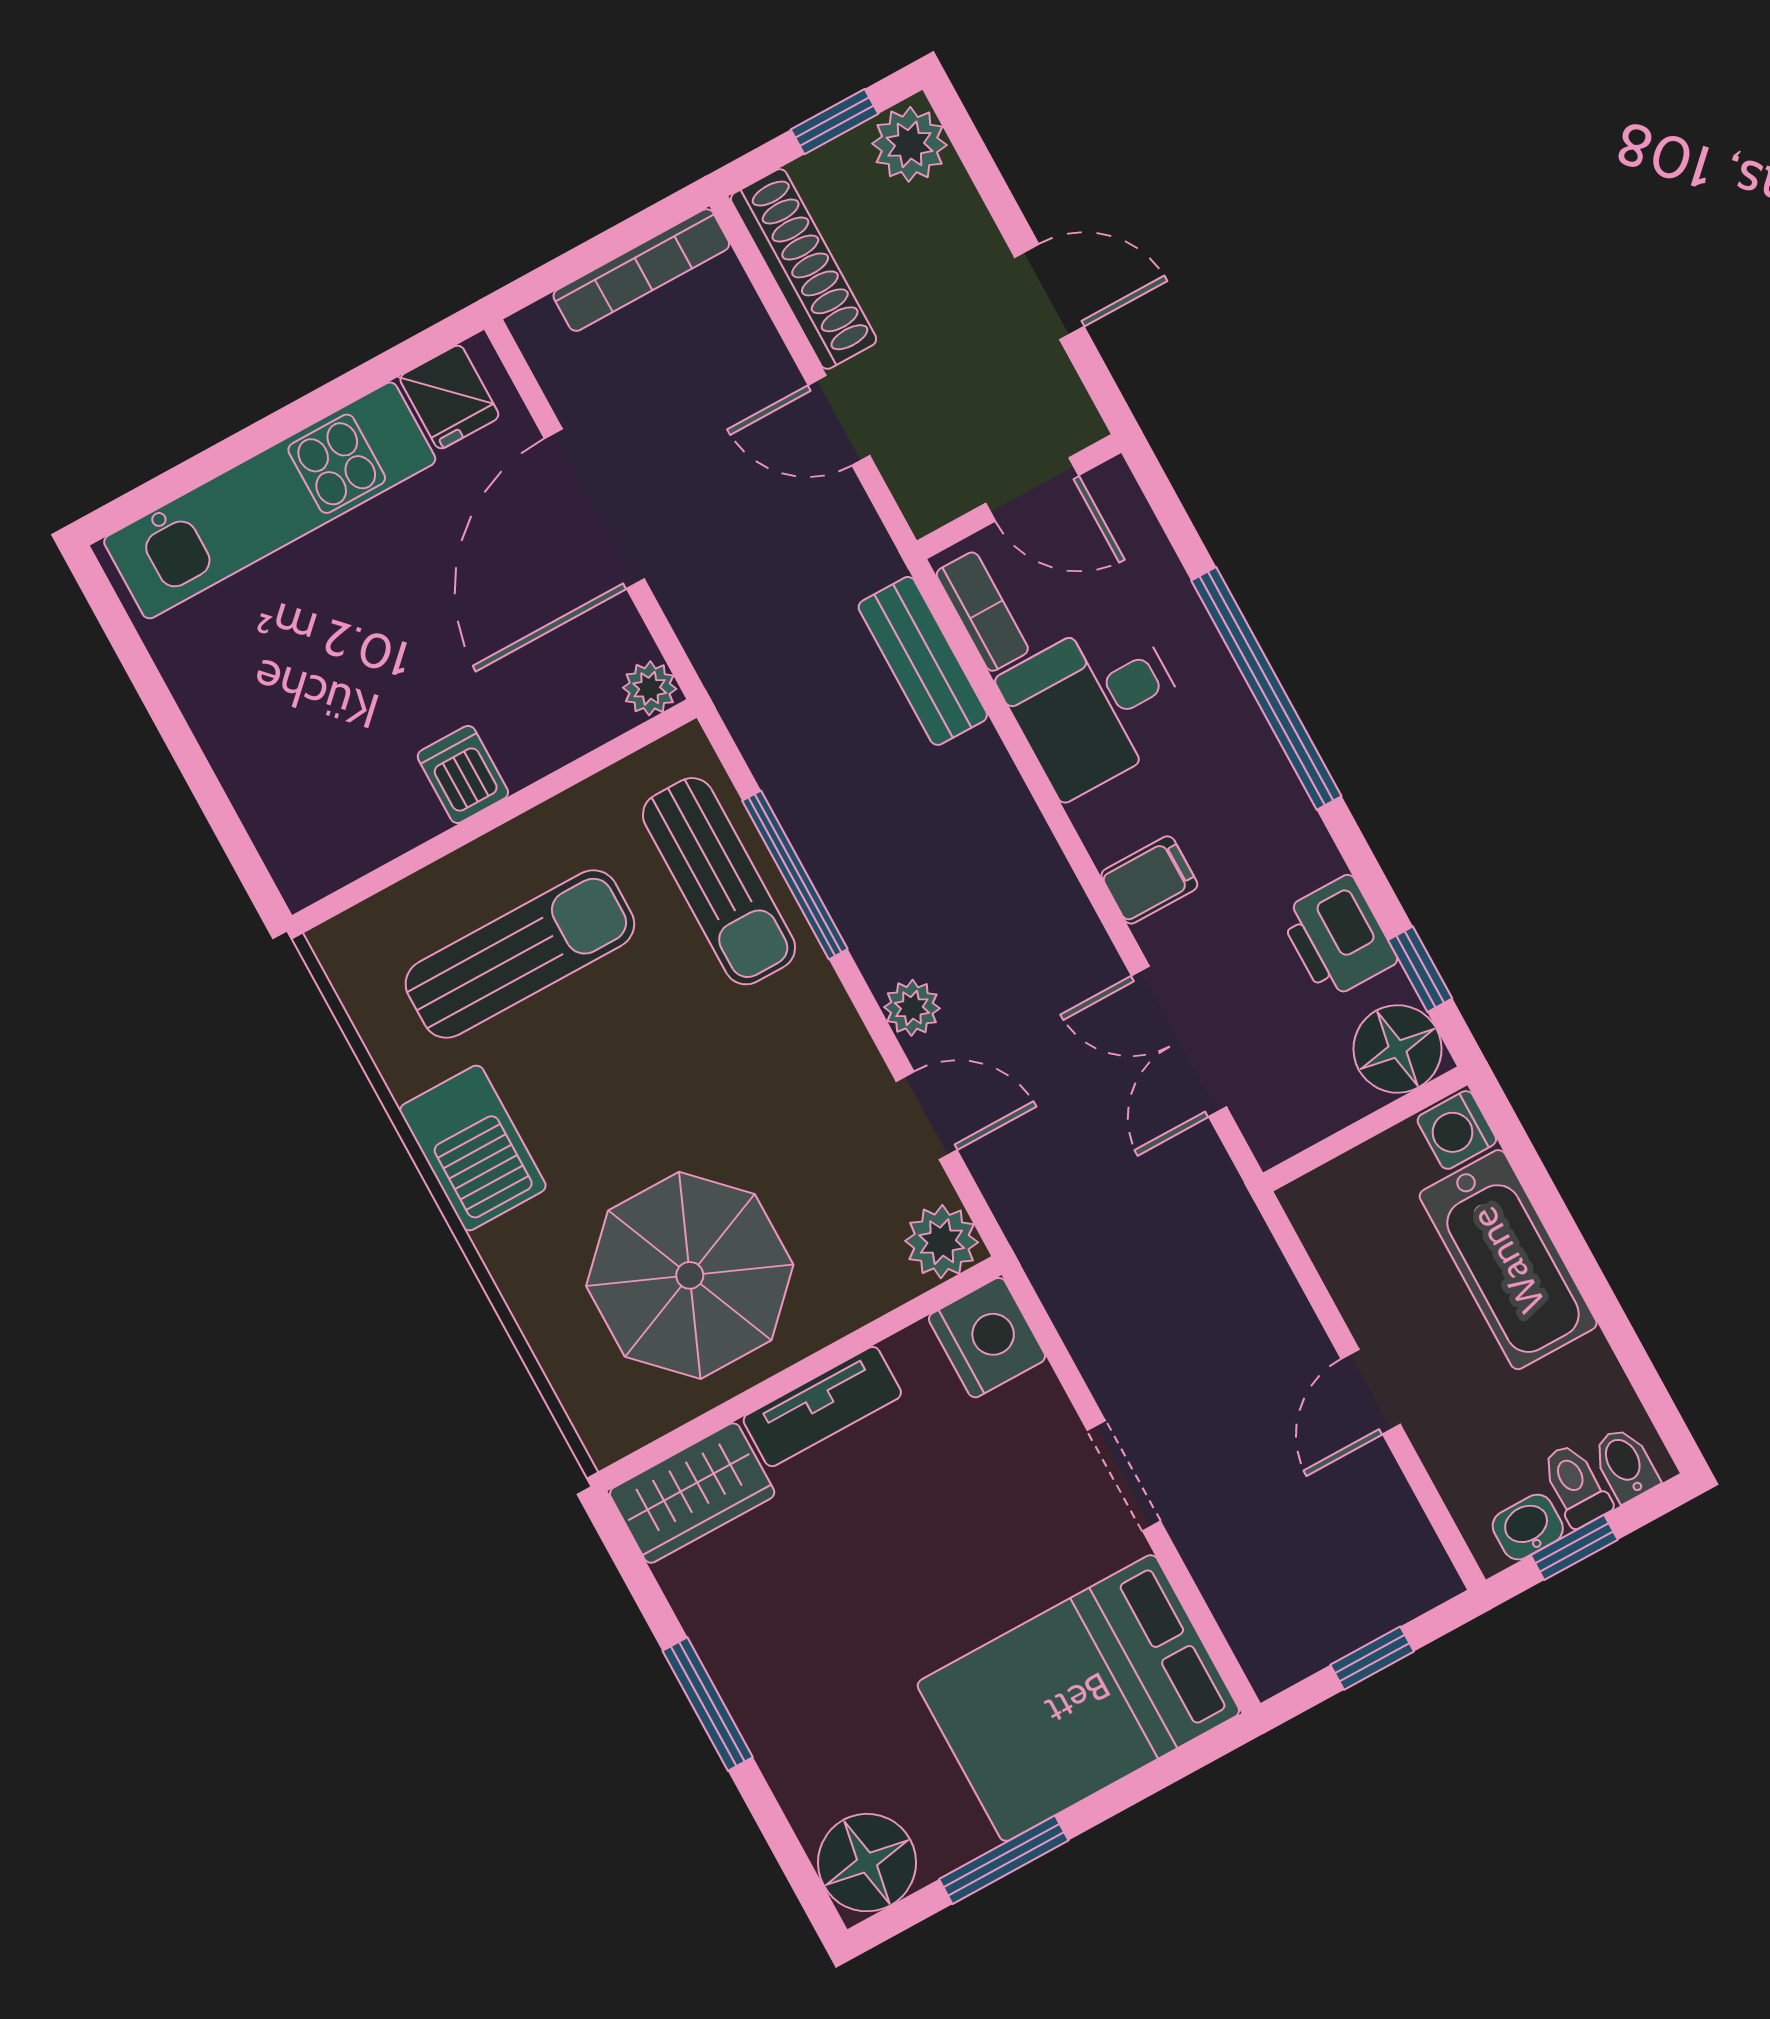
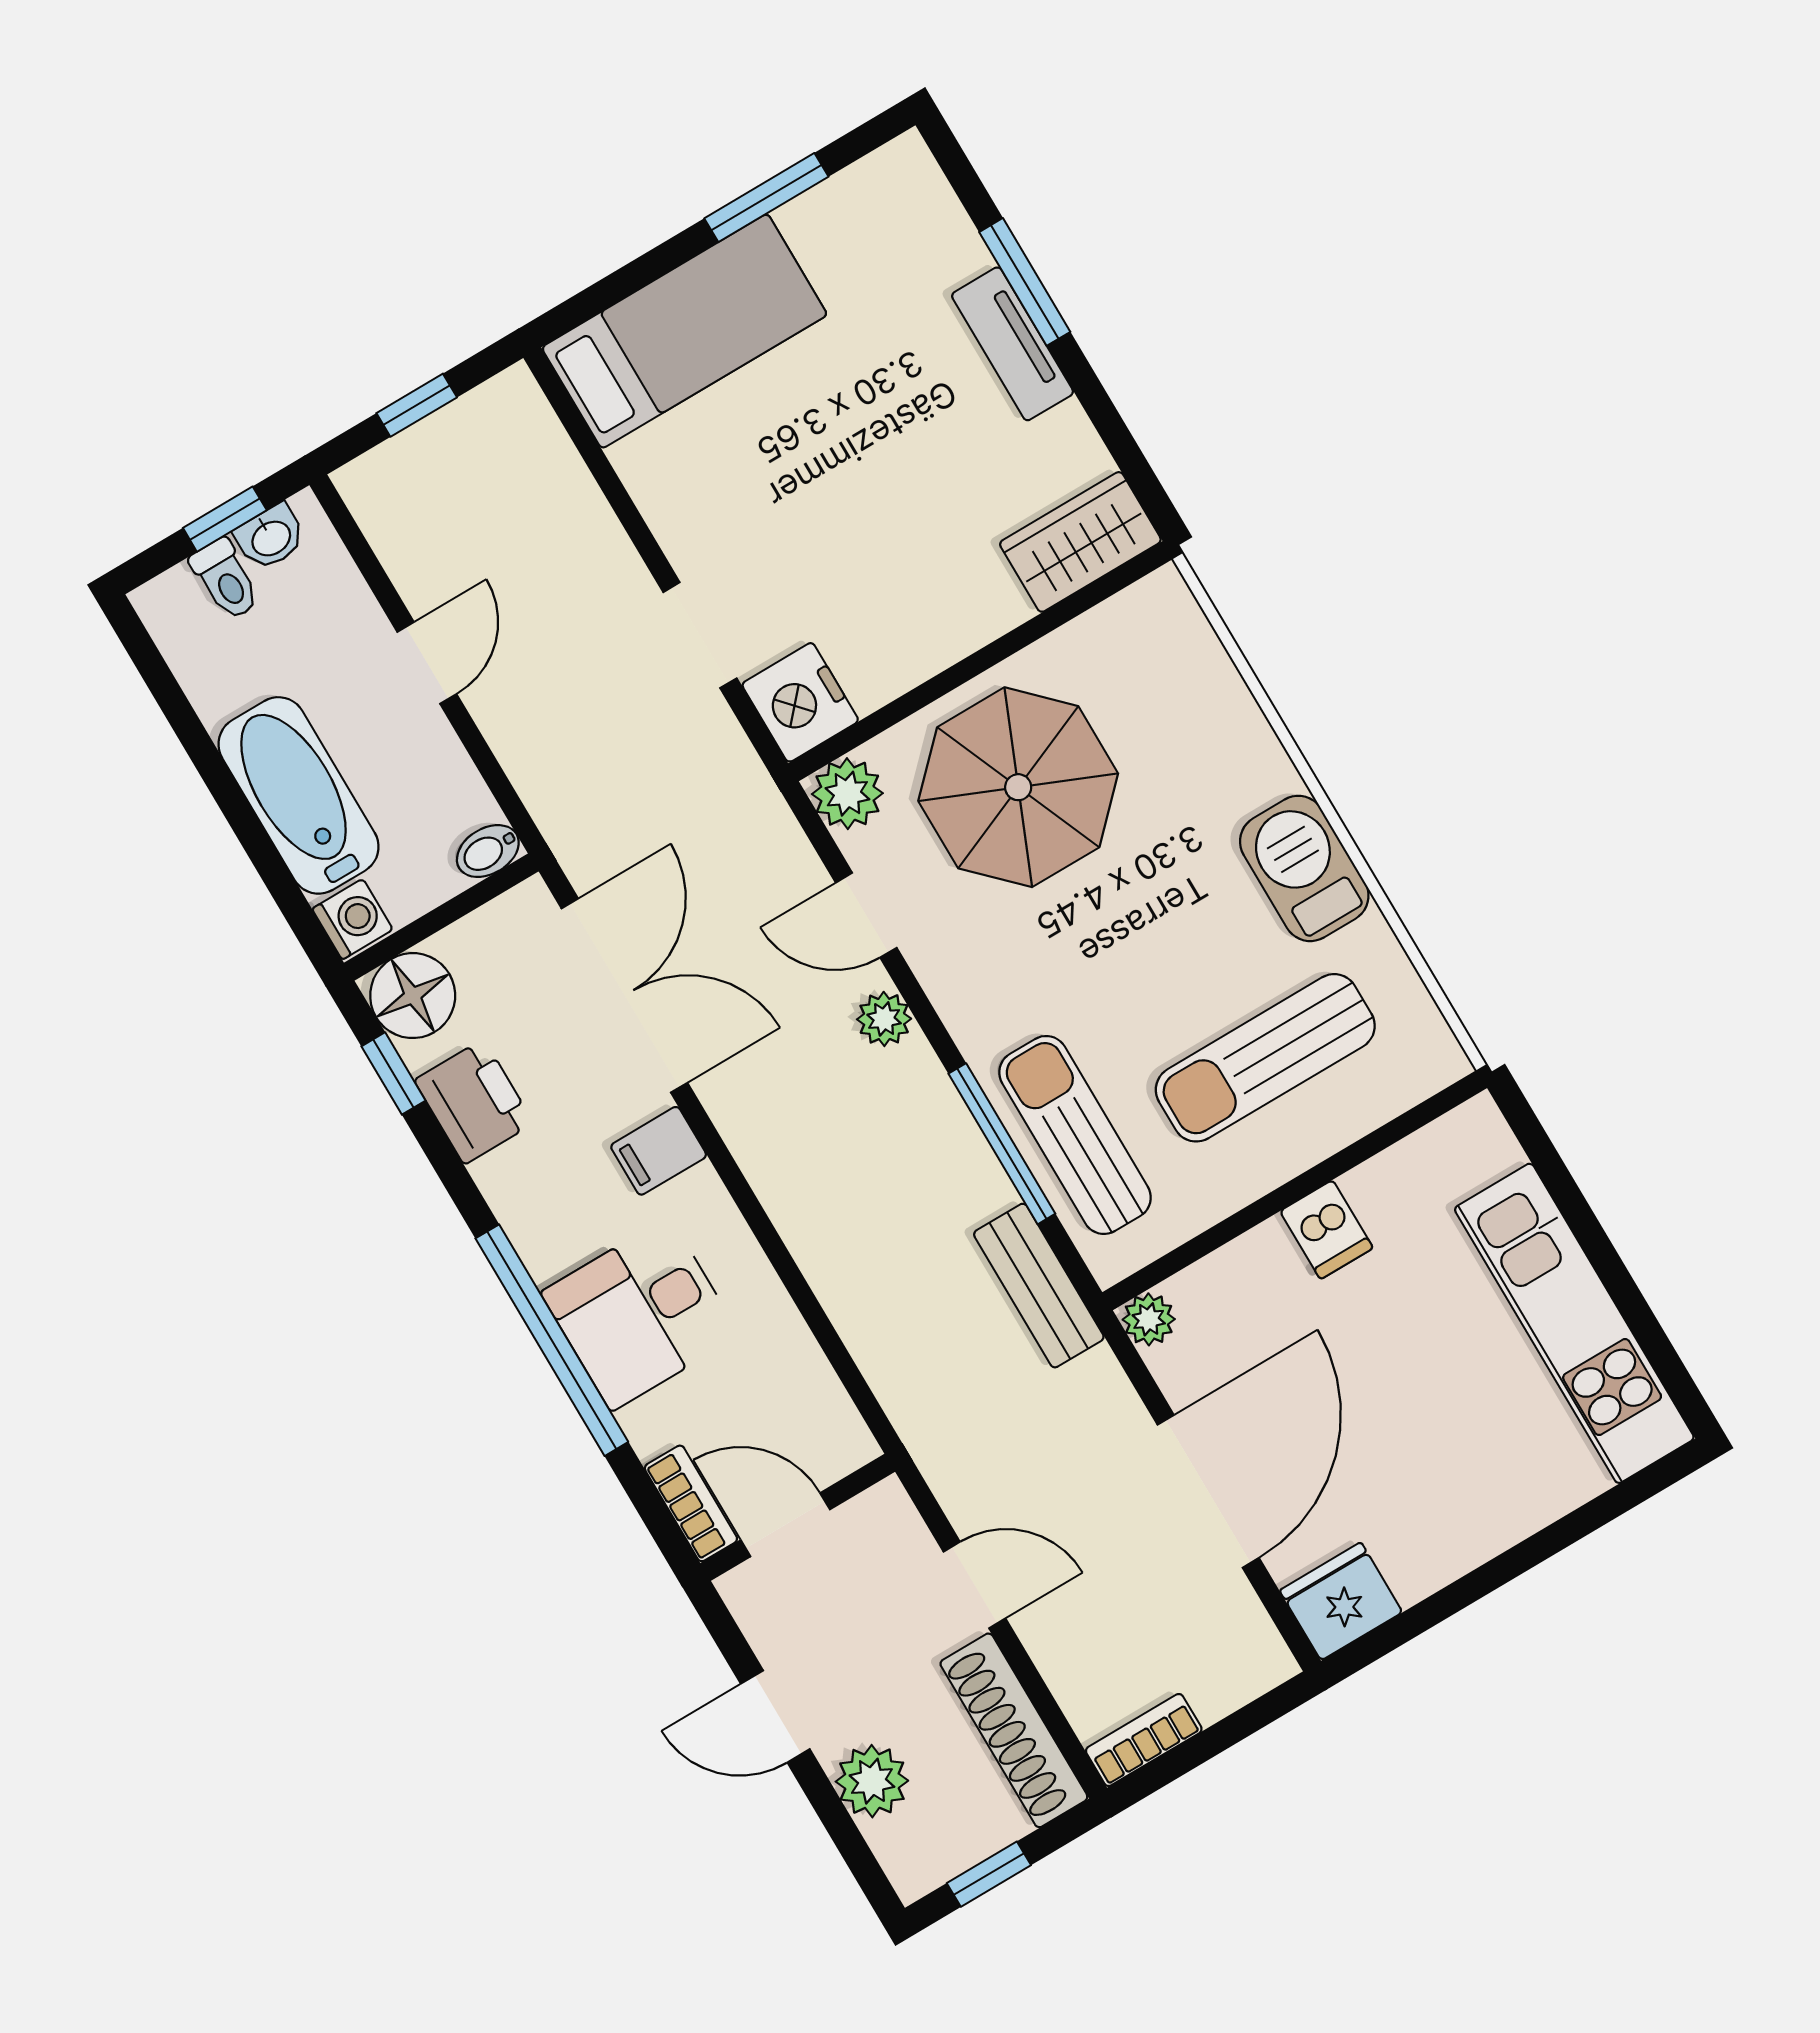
plant: (910, 144) -> (872, 1781), moved
bookcase: (641, 270) -> (1144, 1740), width x0.64
fridge: (449, 397) -> (1341, 1601), width x1.38
kitchen unit: (270, 500) -> (1574, 1323), moved, turned -90
bookcase: (982, 612) -> (691, 1503), moved, turned 180
bench: (923, 661) -> (1039, 1286), moved
desk: (1096, 705) -> (640, 1314), moved, turned 180
double door: (1179, 1041) -> (624, 996), width x1.37
parasol: (690, 1275) -> (1018, 787), moved
tv unit: (822, 1407) -> (1012, 344), moved, turned -90
bidet: (1625, 1464) -> (488, 851), moved, turned 90
doorway: (1124, 1476) -> (700, 635), moved
bed: (1078, 1698) -> (684, 331), width x0.67
window: (708, 1704) -> (1025, 282), moved
floor lamp: (867, 1863) -> (899, 190), removed

